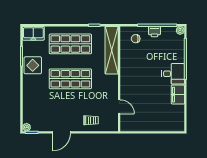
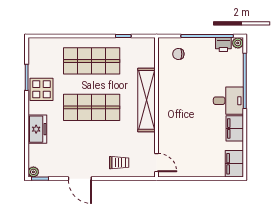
printer: (154, 32) -> (223, 45), moved
freezer: (33, 33) -> (37, 129), moved, turned -90
shelving: (112, 50) -> (147, 100), moved
door: (119, 107) -> (157, 163), moved
filing cabinet: (178, 121) -> (234, 164), added
door: (62, 132) -> (80, 179), hinge flipped

